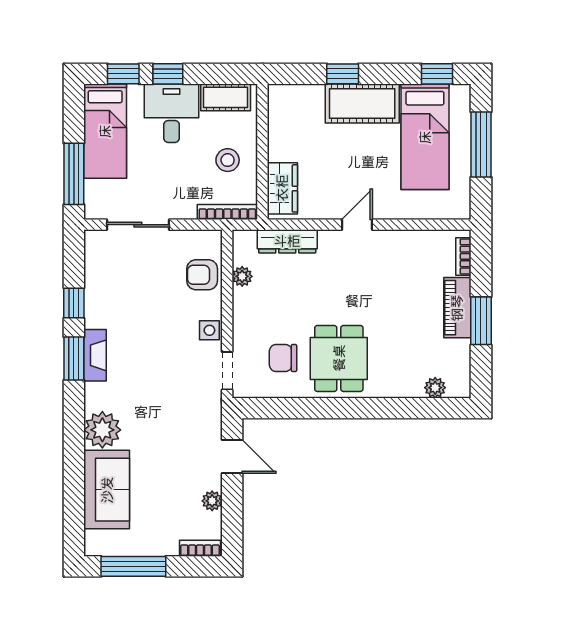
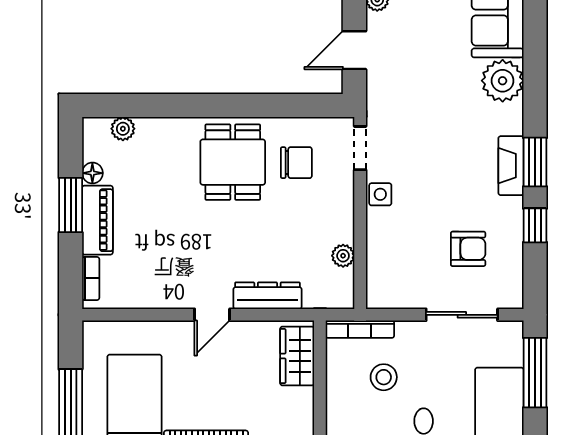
stool: (228, 160) -> (384, 377), moved
dresser: (287, 241) -> (267, 296), moved
armchair: (202, 275) -> (468, 249), moved
floor lamp: (462, 349) -> (92, 173), added
door: (232, 457) -> (354, 50), hinge flipped

